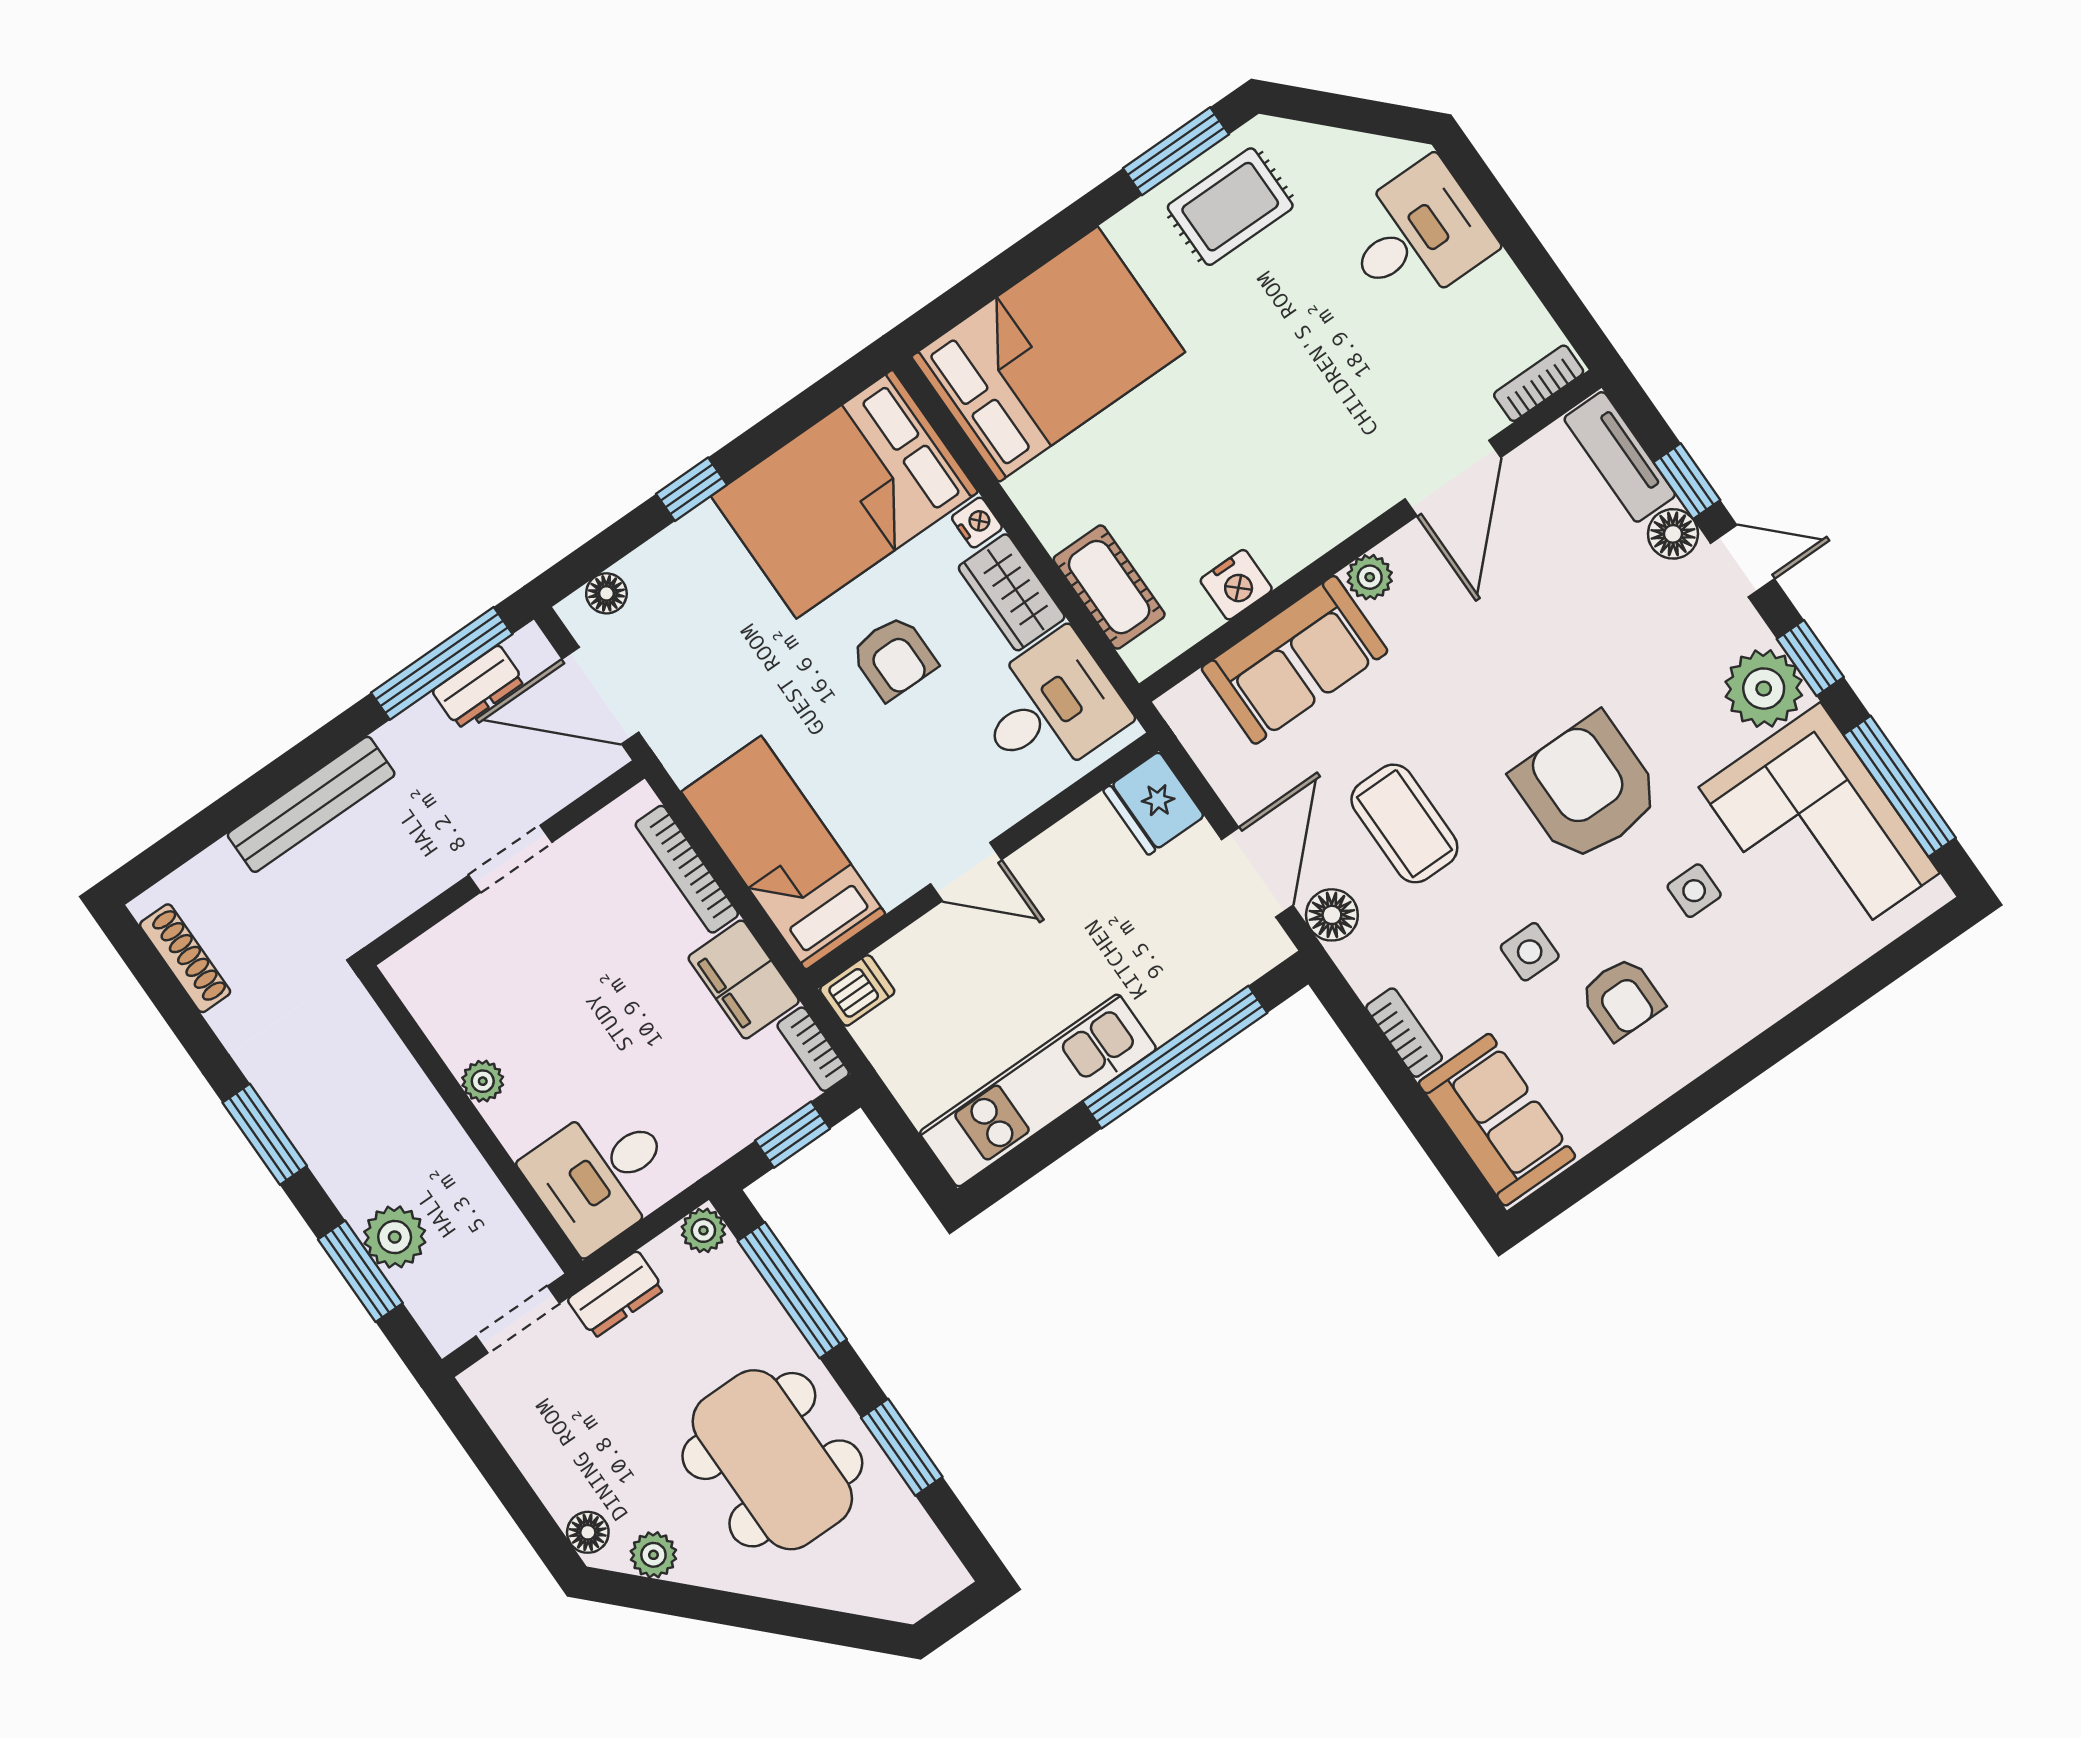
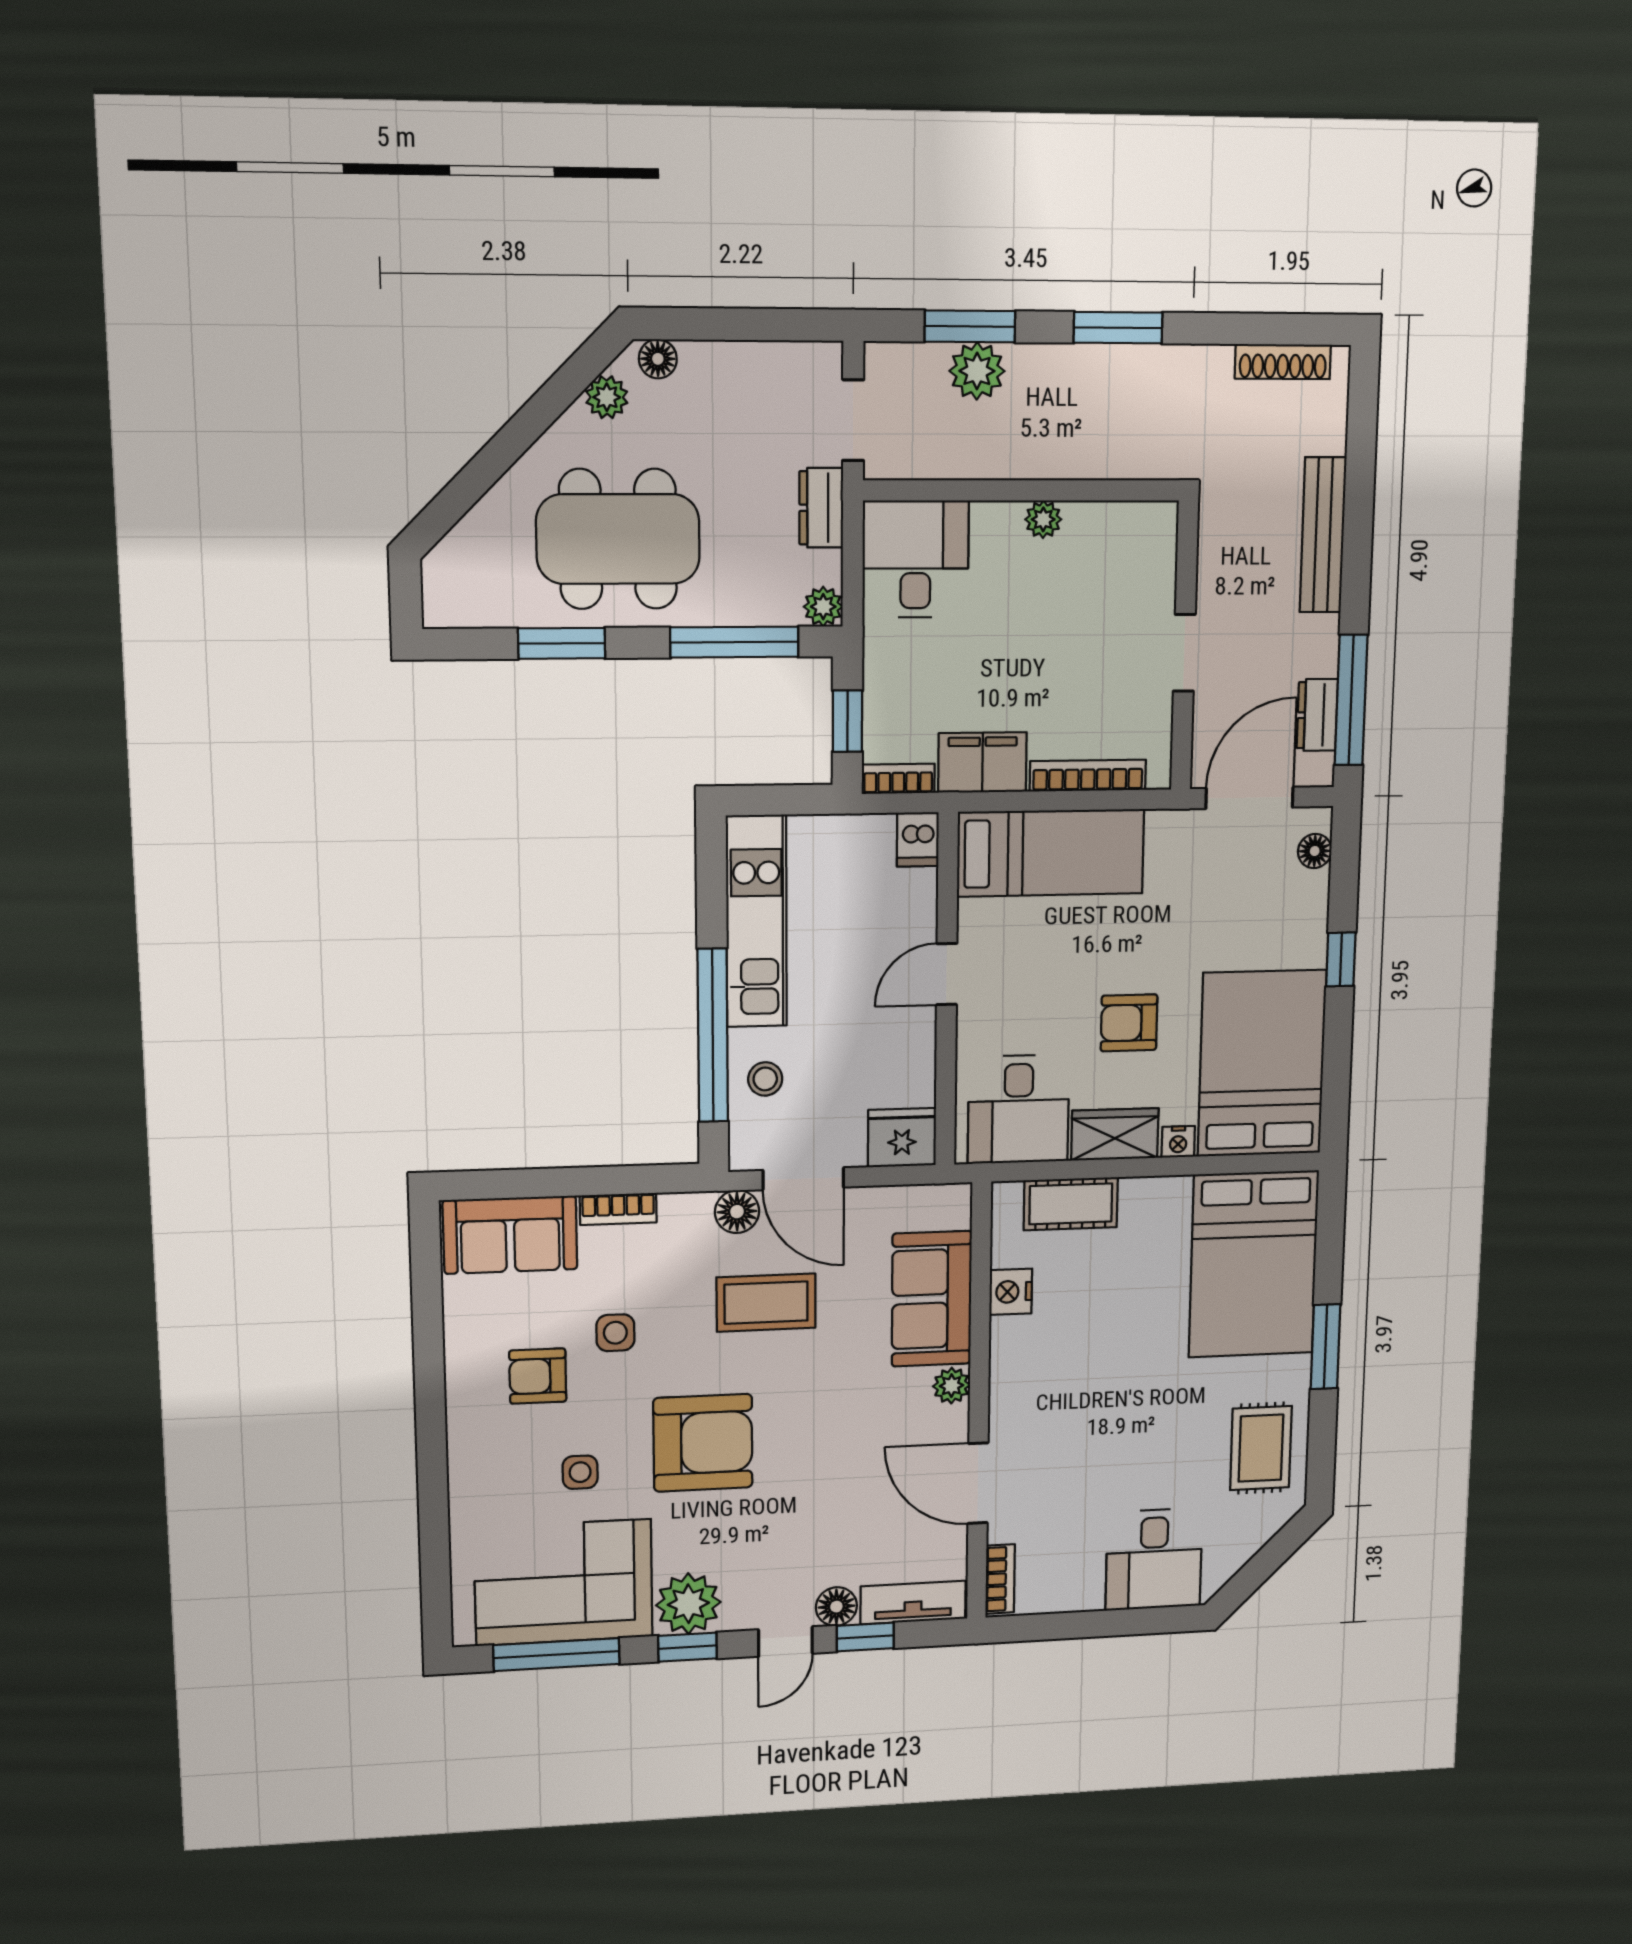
window: (1176, 151) -> (1325, 1347), moved
stool: (1184, 977) -> (765, 1079), added

